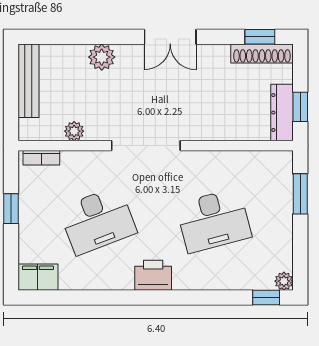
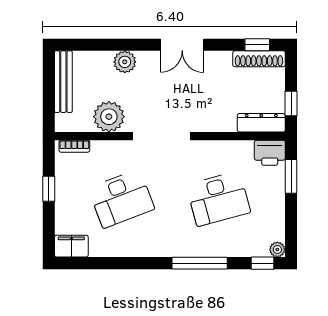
dresser: (282, 113) -> (261, 123), moved, turned 90
plant: (74, 131) -> (109, 117), width x1.88, depth x1.88
printer: (153, 275) -> (270, 153), moved, turned 180
window: (191, 298) -> (200, 263), added

